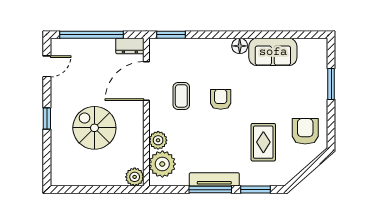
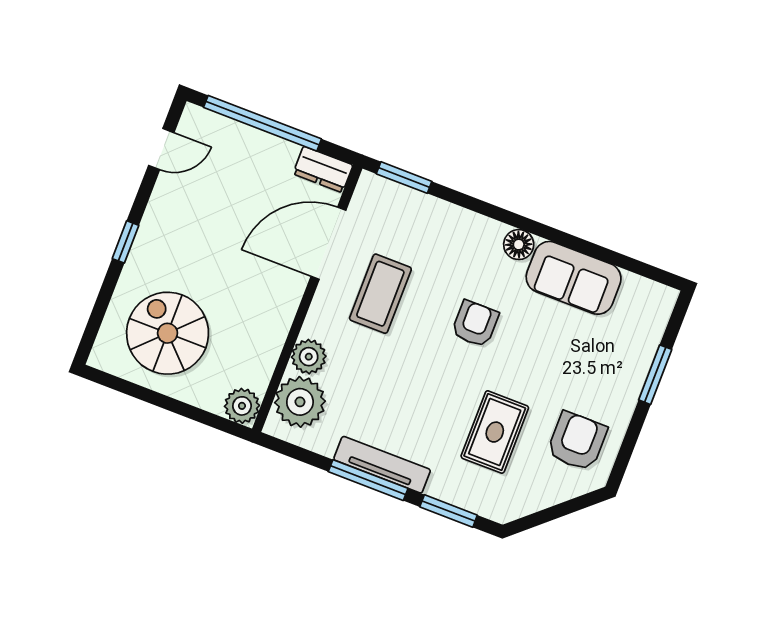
coffee table: (181, 96) -> (380, 294), width x1.36, depth x1.30
armchair: (221, 99) -> (475, 324), moved
spiral stairs: (94, 128) -> (168, 333), moved

